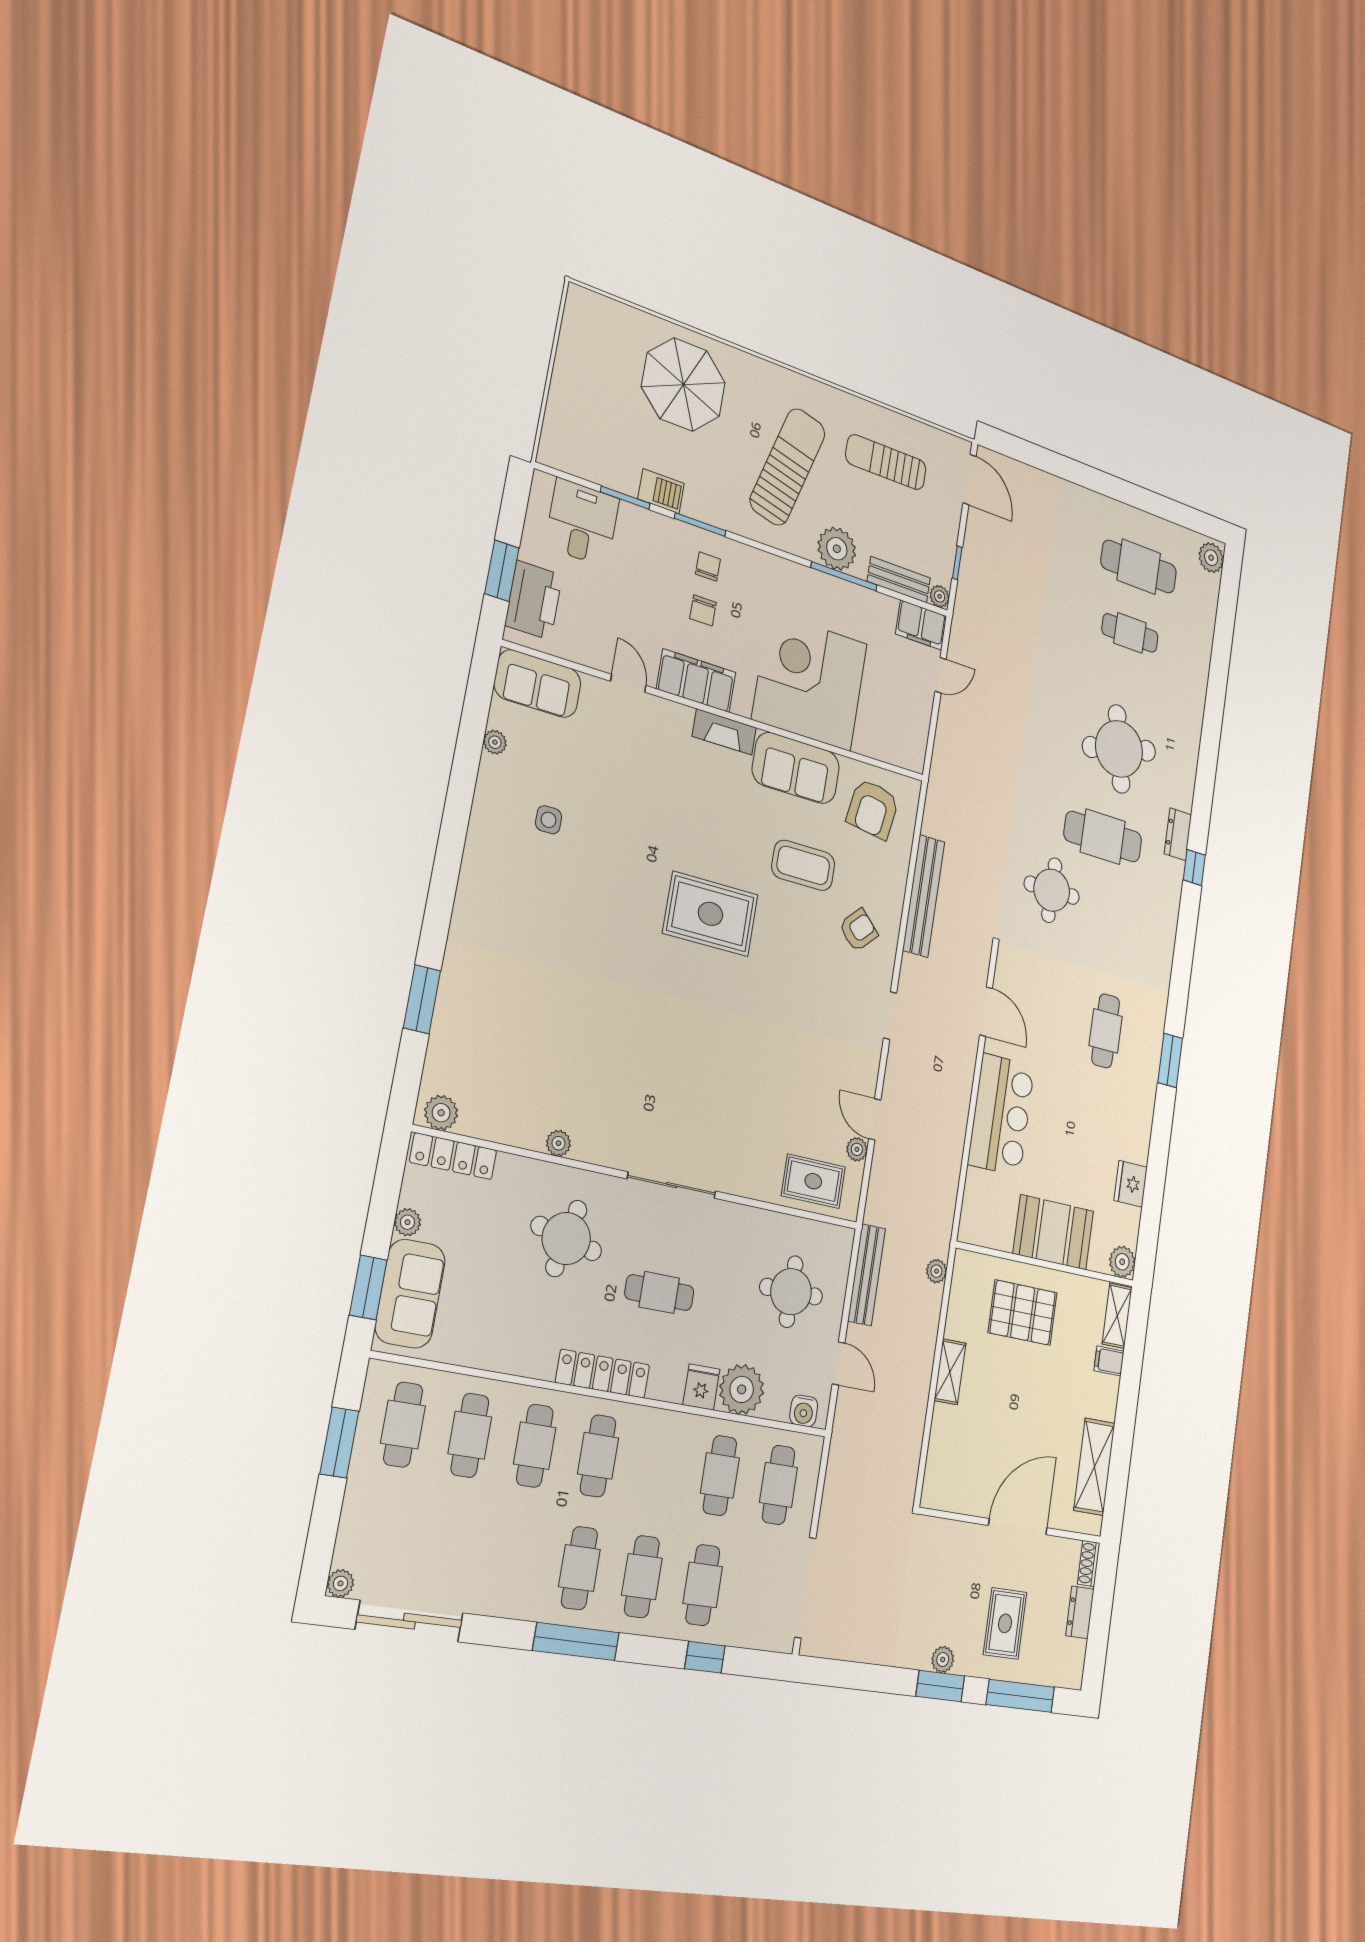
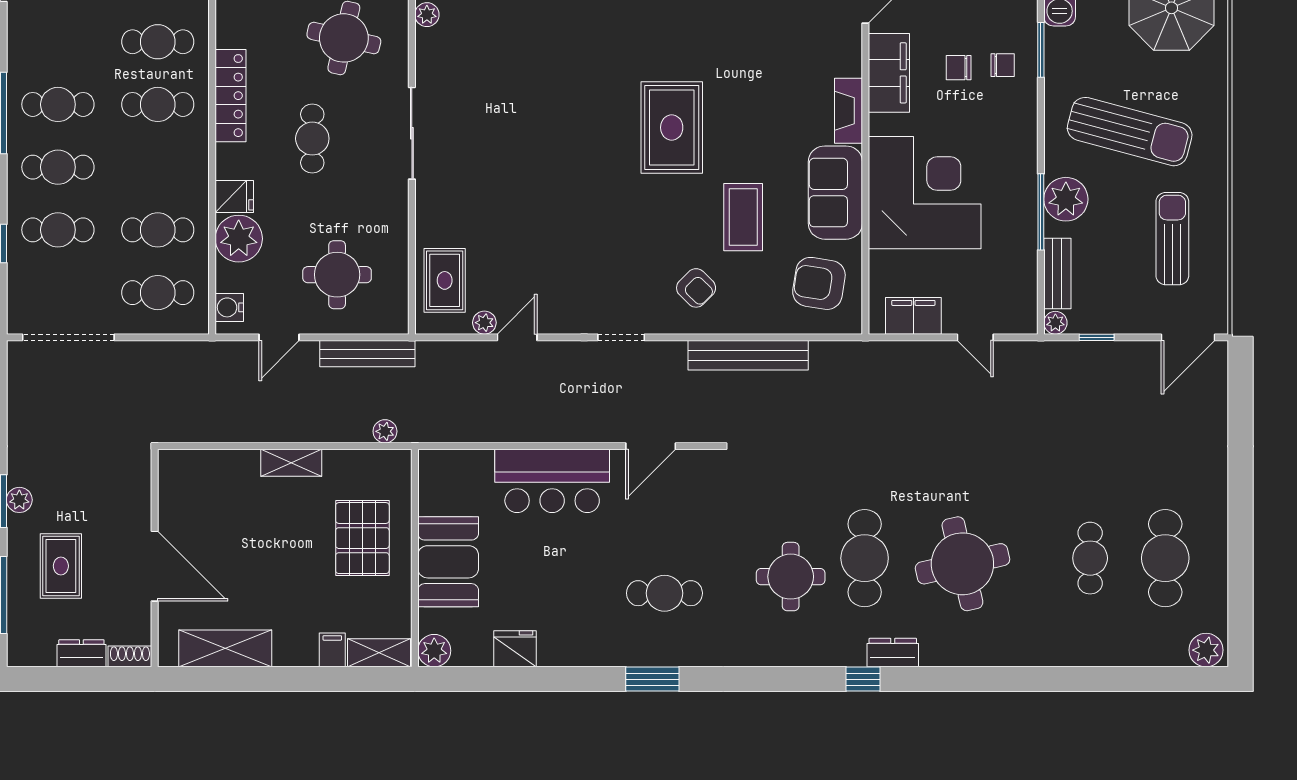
filing cabinet: (921, 625) -> (913, 316), moved, turned 90
round table: (1052, 890) -> (791, 577), moved
rug: (1005, 1623) -> (61, 566), turned 90

